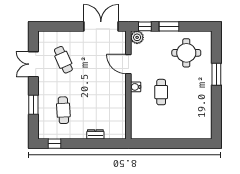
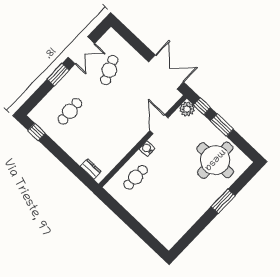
round table: (186, 53) -> (215, 160), width x1.36, depth x1.36
double door: (33, 64) -> (81, 50), swing flipped
cafe table: (161, 92) -> (136, 177), moved
window: (33, 105) -> (58, 75), moved
dresser: (95, 134) -> (91, 169), moved

